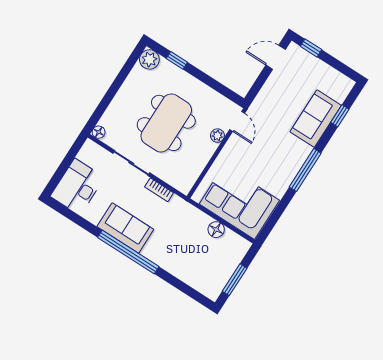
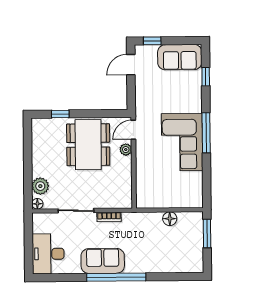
plant: (149, 59) -> (40, 186), moved
sofa: (316, 119) -> (180, 57), moved, turned -90
door: (237, 121) -> (133, 130), swing flipped
dining table: (166, 123) -> (88, 145), moved
corner sofa: (239, 202) -> (182, 142), moved, turned -90
window: (235, 280) -> (207, 234), moved

